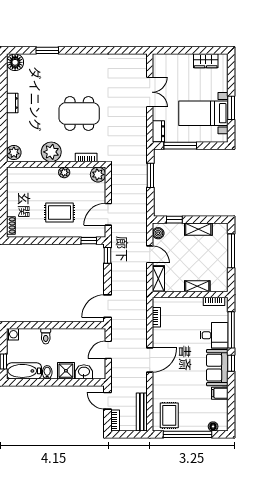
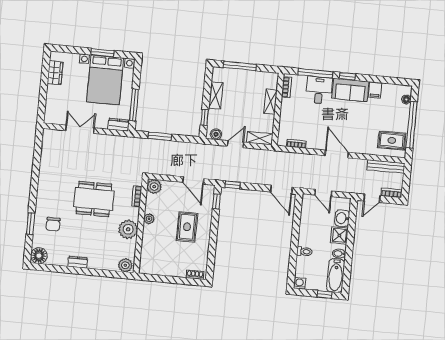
chair: (49, 74) -> (53, 224), added
bed with nightstands: (203, 113) -> (105, 80), width x1.36
dining table: (79, 114) -> (94, 199), turned 90

